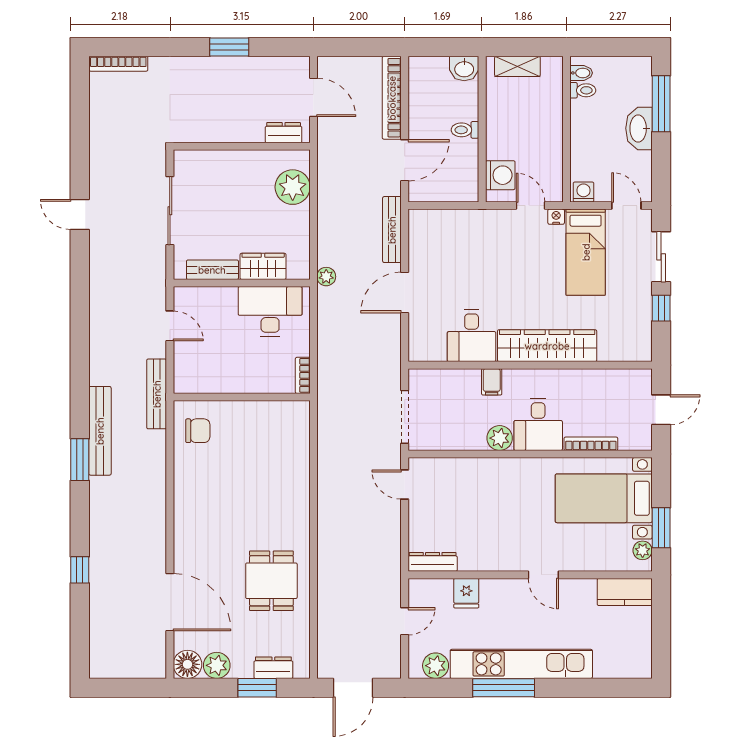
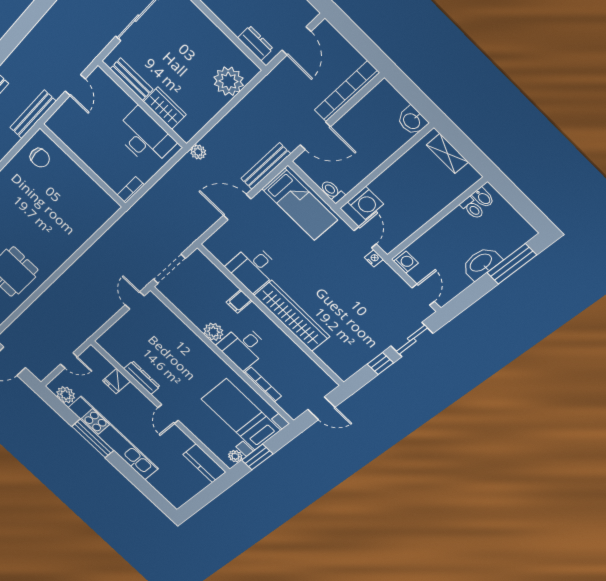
toilet: (465, 130) -> (332, 191), moved
bed: (586, 252) -> (300, 204), moved, turned -90
dresser: (433, 562) -> (142, 378), moved

